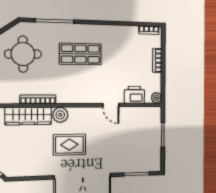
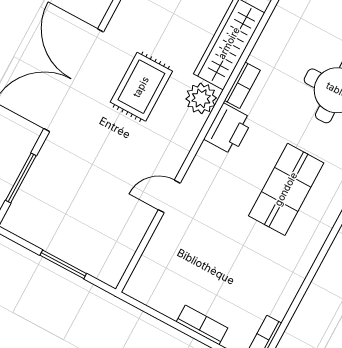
printer: (134, 95) -> (228, 129), moved
plant: (156, 98) -> (136, 288), removed
bookcase: (38, 99) -> (242, 85), width x0.64

